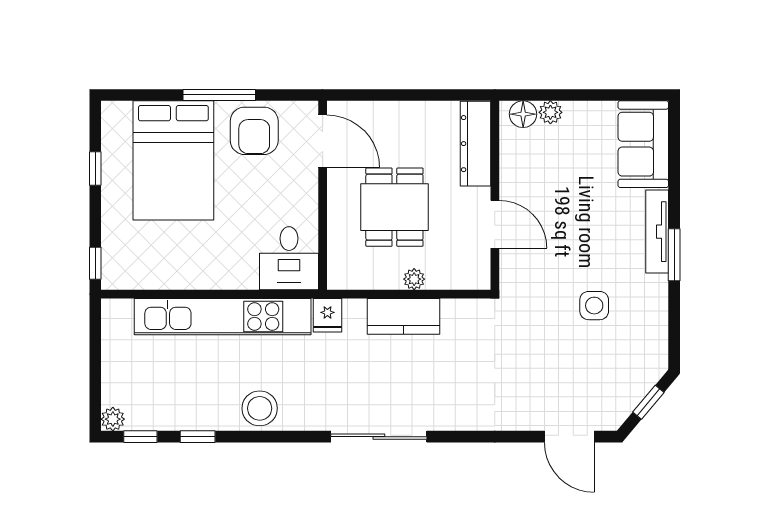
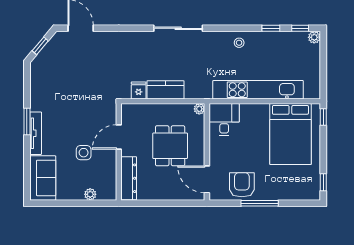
floor lamp: (523, 114) -> (104, 193), removed
bed: (173, 160) -> (290, 134), moved, turned 180
window: (95, 169) -> (323, 182), moved
door: (495, 224) -> (119, 137), hinge flipped
plant: (414, 279) -> (199, 109), moved
side table: (594, 306) -> (84, 153), moved
fridge: (327, 315) -> (139, 90), moved
stool: (260, 408) -> (239, 43), width x0.53, depth x0.53

